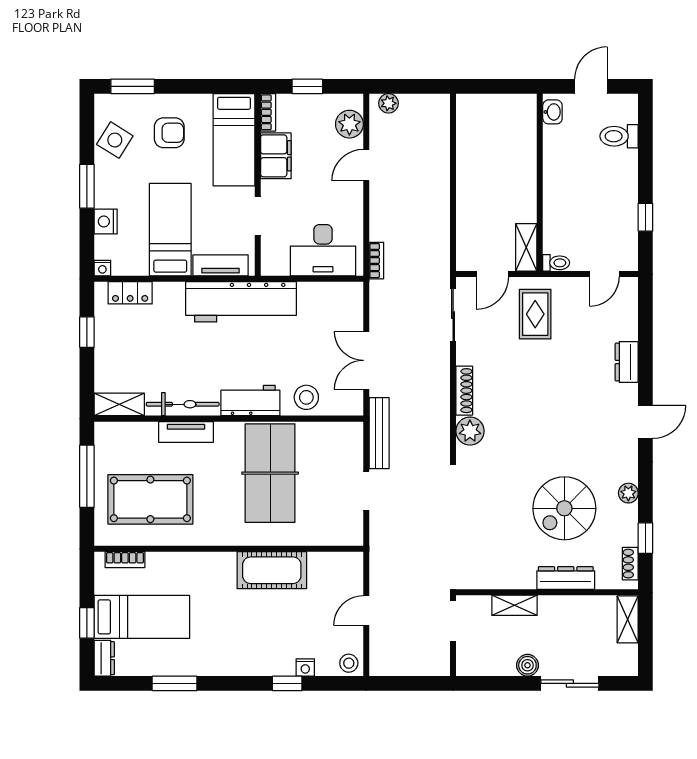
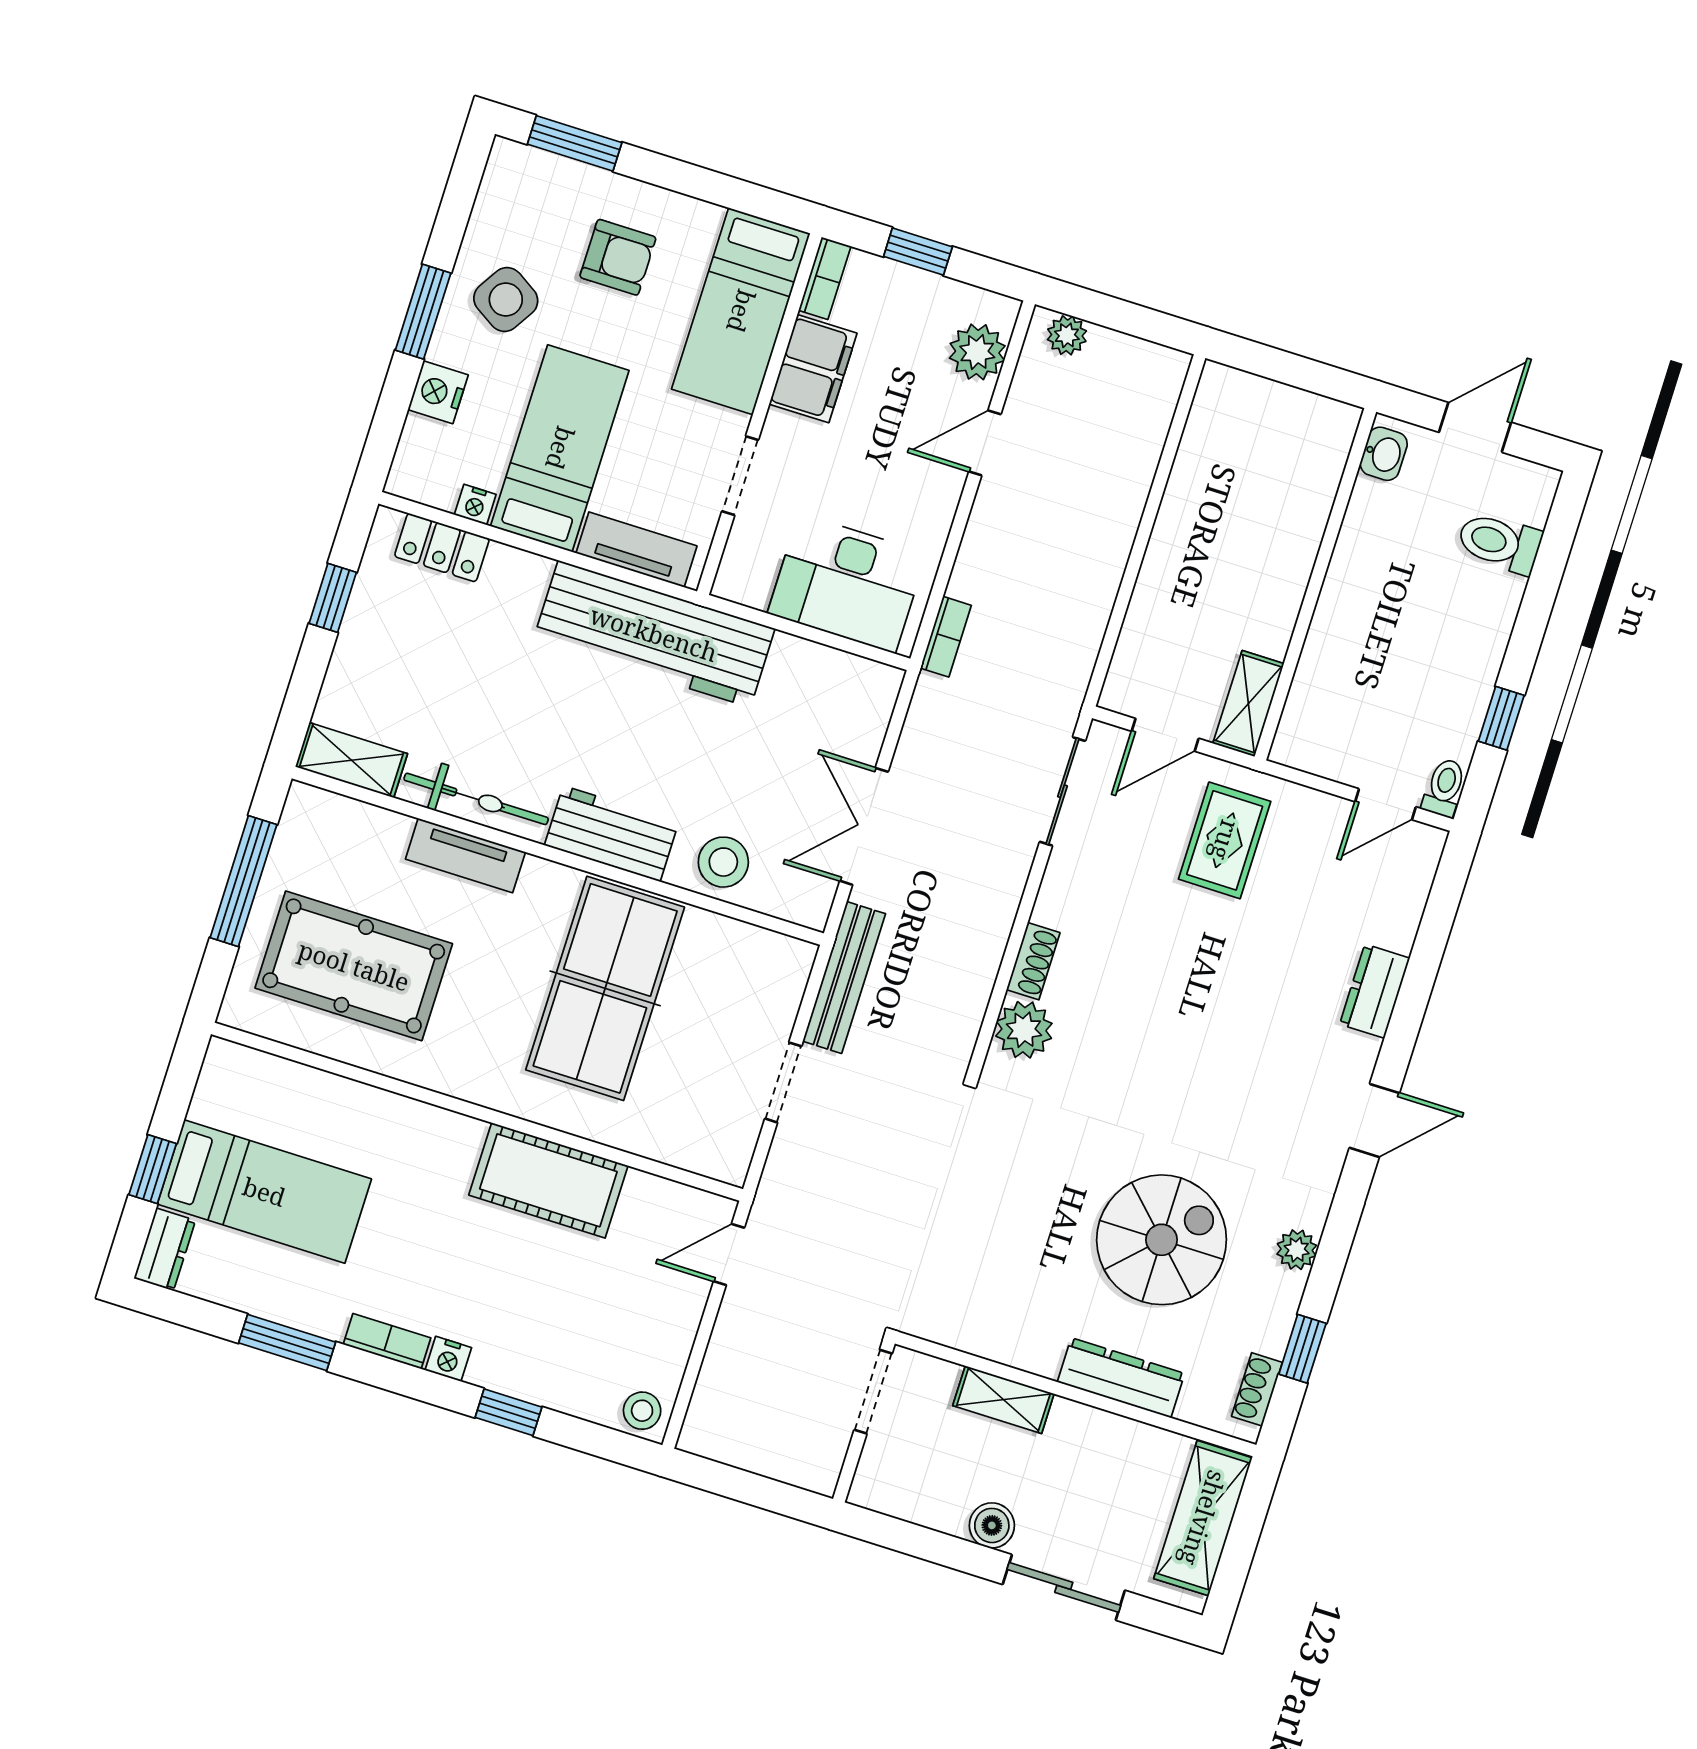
side table: (115, 140) -> (506, 300), moved
toilet: (556, 263) -> (1444, 788), moved, turned -90
nightstand: (102, 268) -> (475, 505), moved
shoe rack: (464, 391) -> (1033, 961), width x0.70
spiral stairs: (564, 508) -> (1162, 1240), turned 180
bookcase: (125, 560) -> (387, 1341), moved, turned 180
door: (366, 610) -> (729, 1254), moved
shelving: (628, 619) -> (1203, 1518), width x1.50, depth x1.33
nightstand: (305, 668) -> (448, 1359), moved

